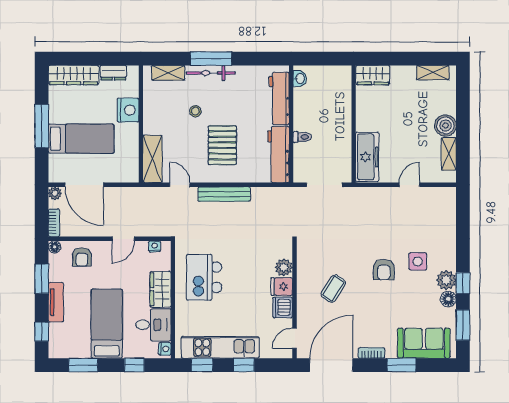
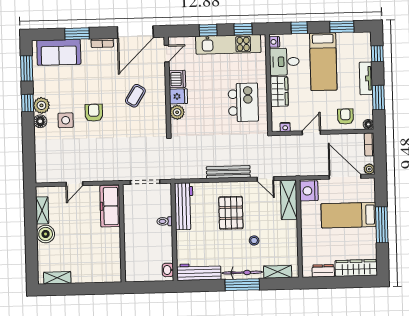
wardrobe: (373, 75) -> (107, 274), removed
workbench: (279, 98) -> (199, 272), moved, turned -90
nightstand: (128, 110) -> (309, 191), moved
floor lamp: (448, 299) -> (40, 121), moved

